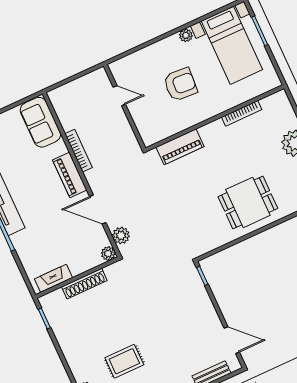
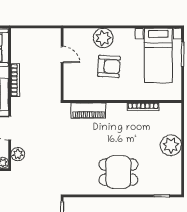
plant: (186, 35) -> (103, 38), moved, width x1.88, depth x1.88

